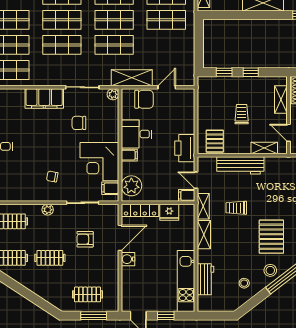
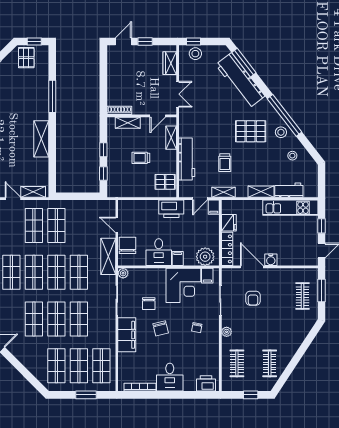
chair: (51, 136) -> (161, 328), added
shelving: (204, 235) -> (261, 192), moved
clothes rail: (50, 258) -> (270, 330), removed

